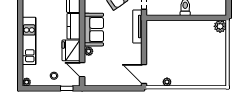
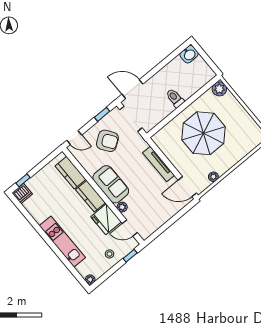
tv unit: (137, 27) -> (159, 164), moved
parasol: (185, 47) -> (203, 133), added

